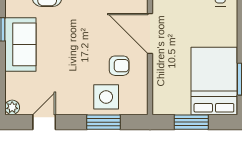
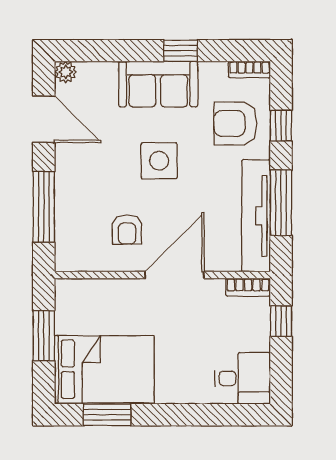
side table: (106, 97) -> (159, 161), moved
door: (44, 122) -> (44, 119), width x1.38
window: (104, 122) -> (44, 207), width x1.44

